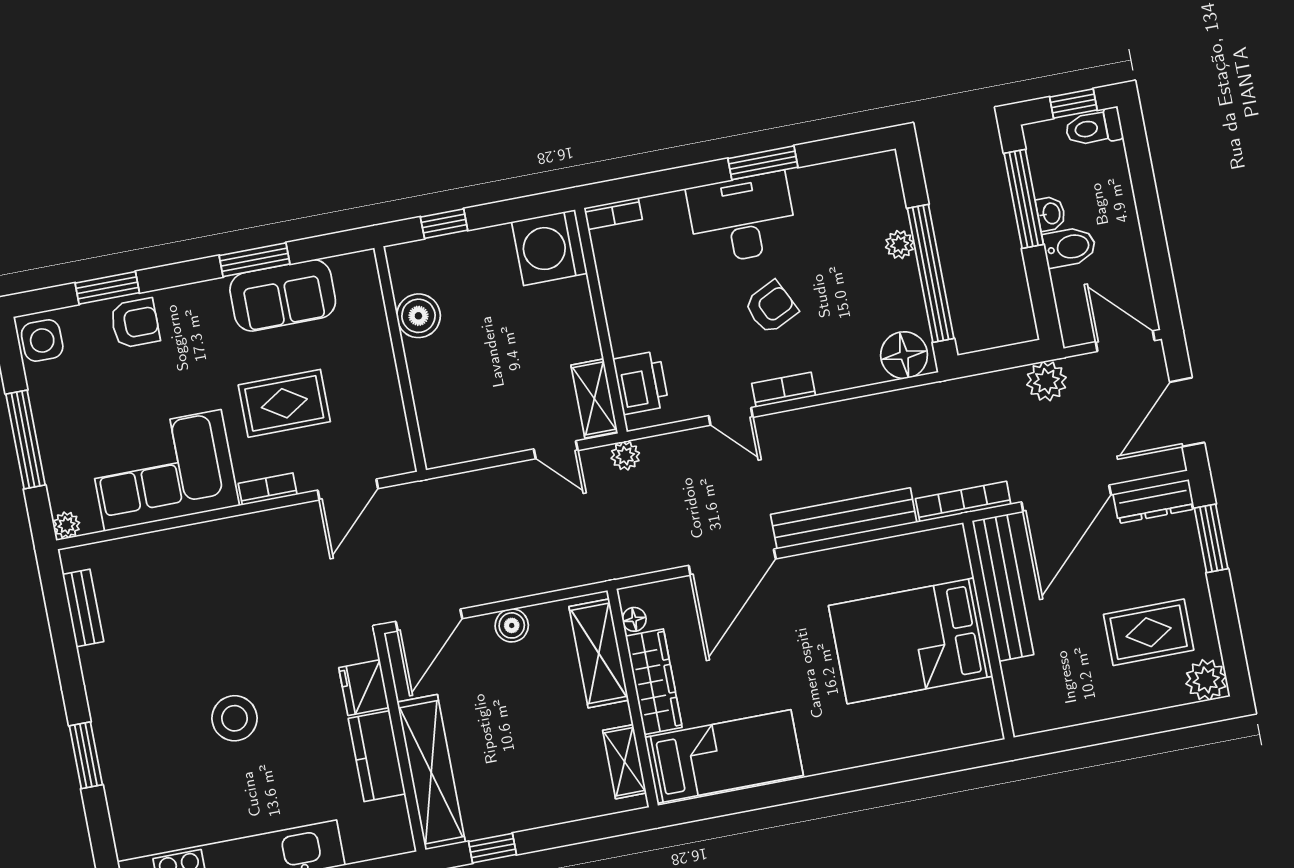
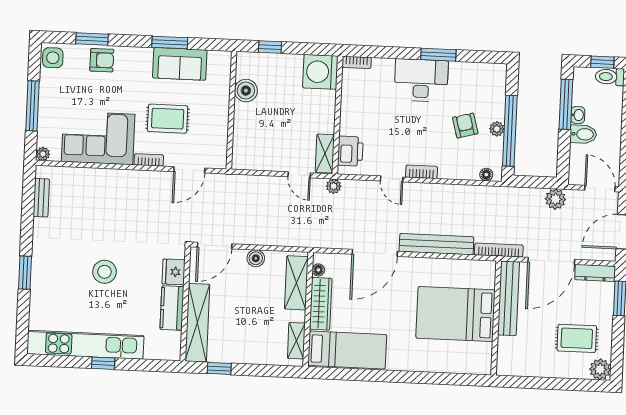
plant: (900, 245) -> (497, 129), moved
armchair: (771, 307) -> (465, 125), moved, turned -79
floor lamp: (904, 355) -> (486, 175), width x0.53, depth x0.53

